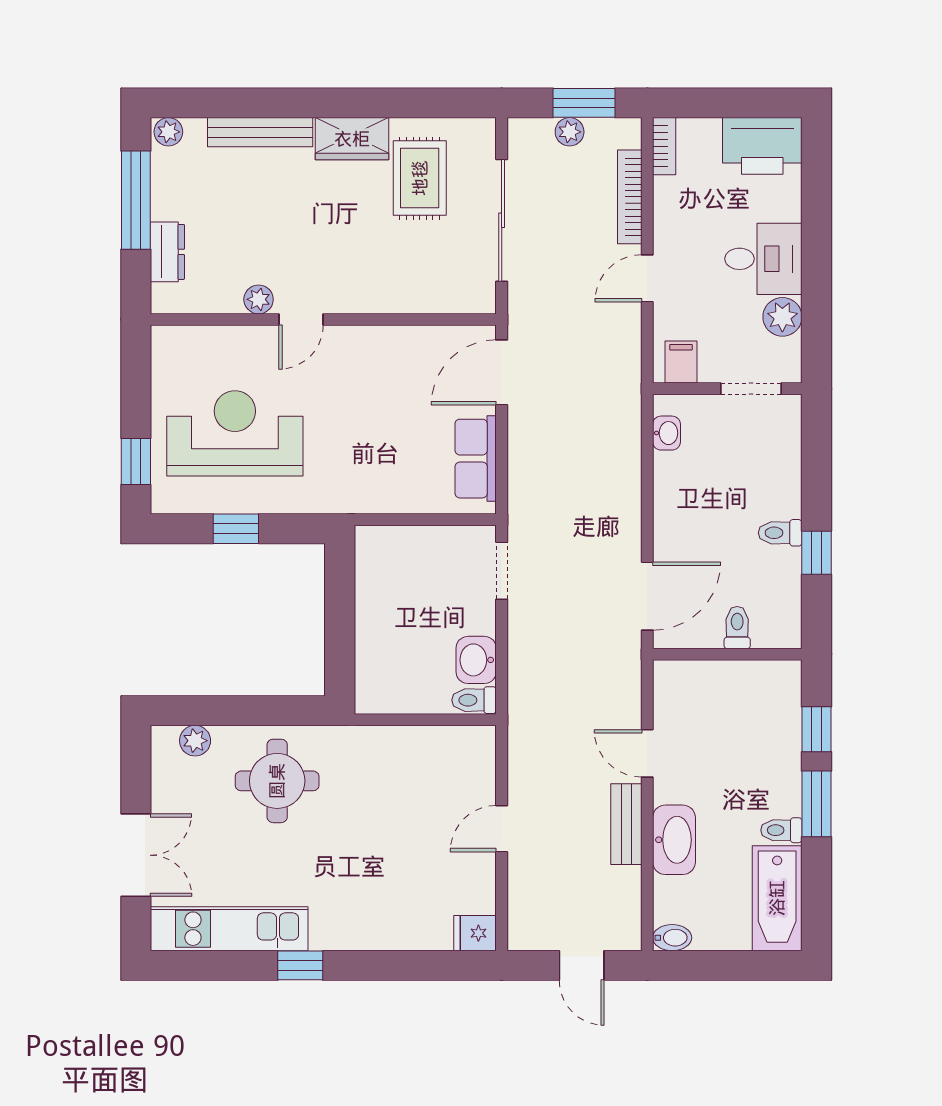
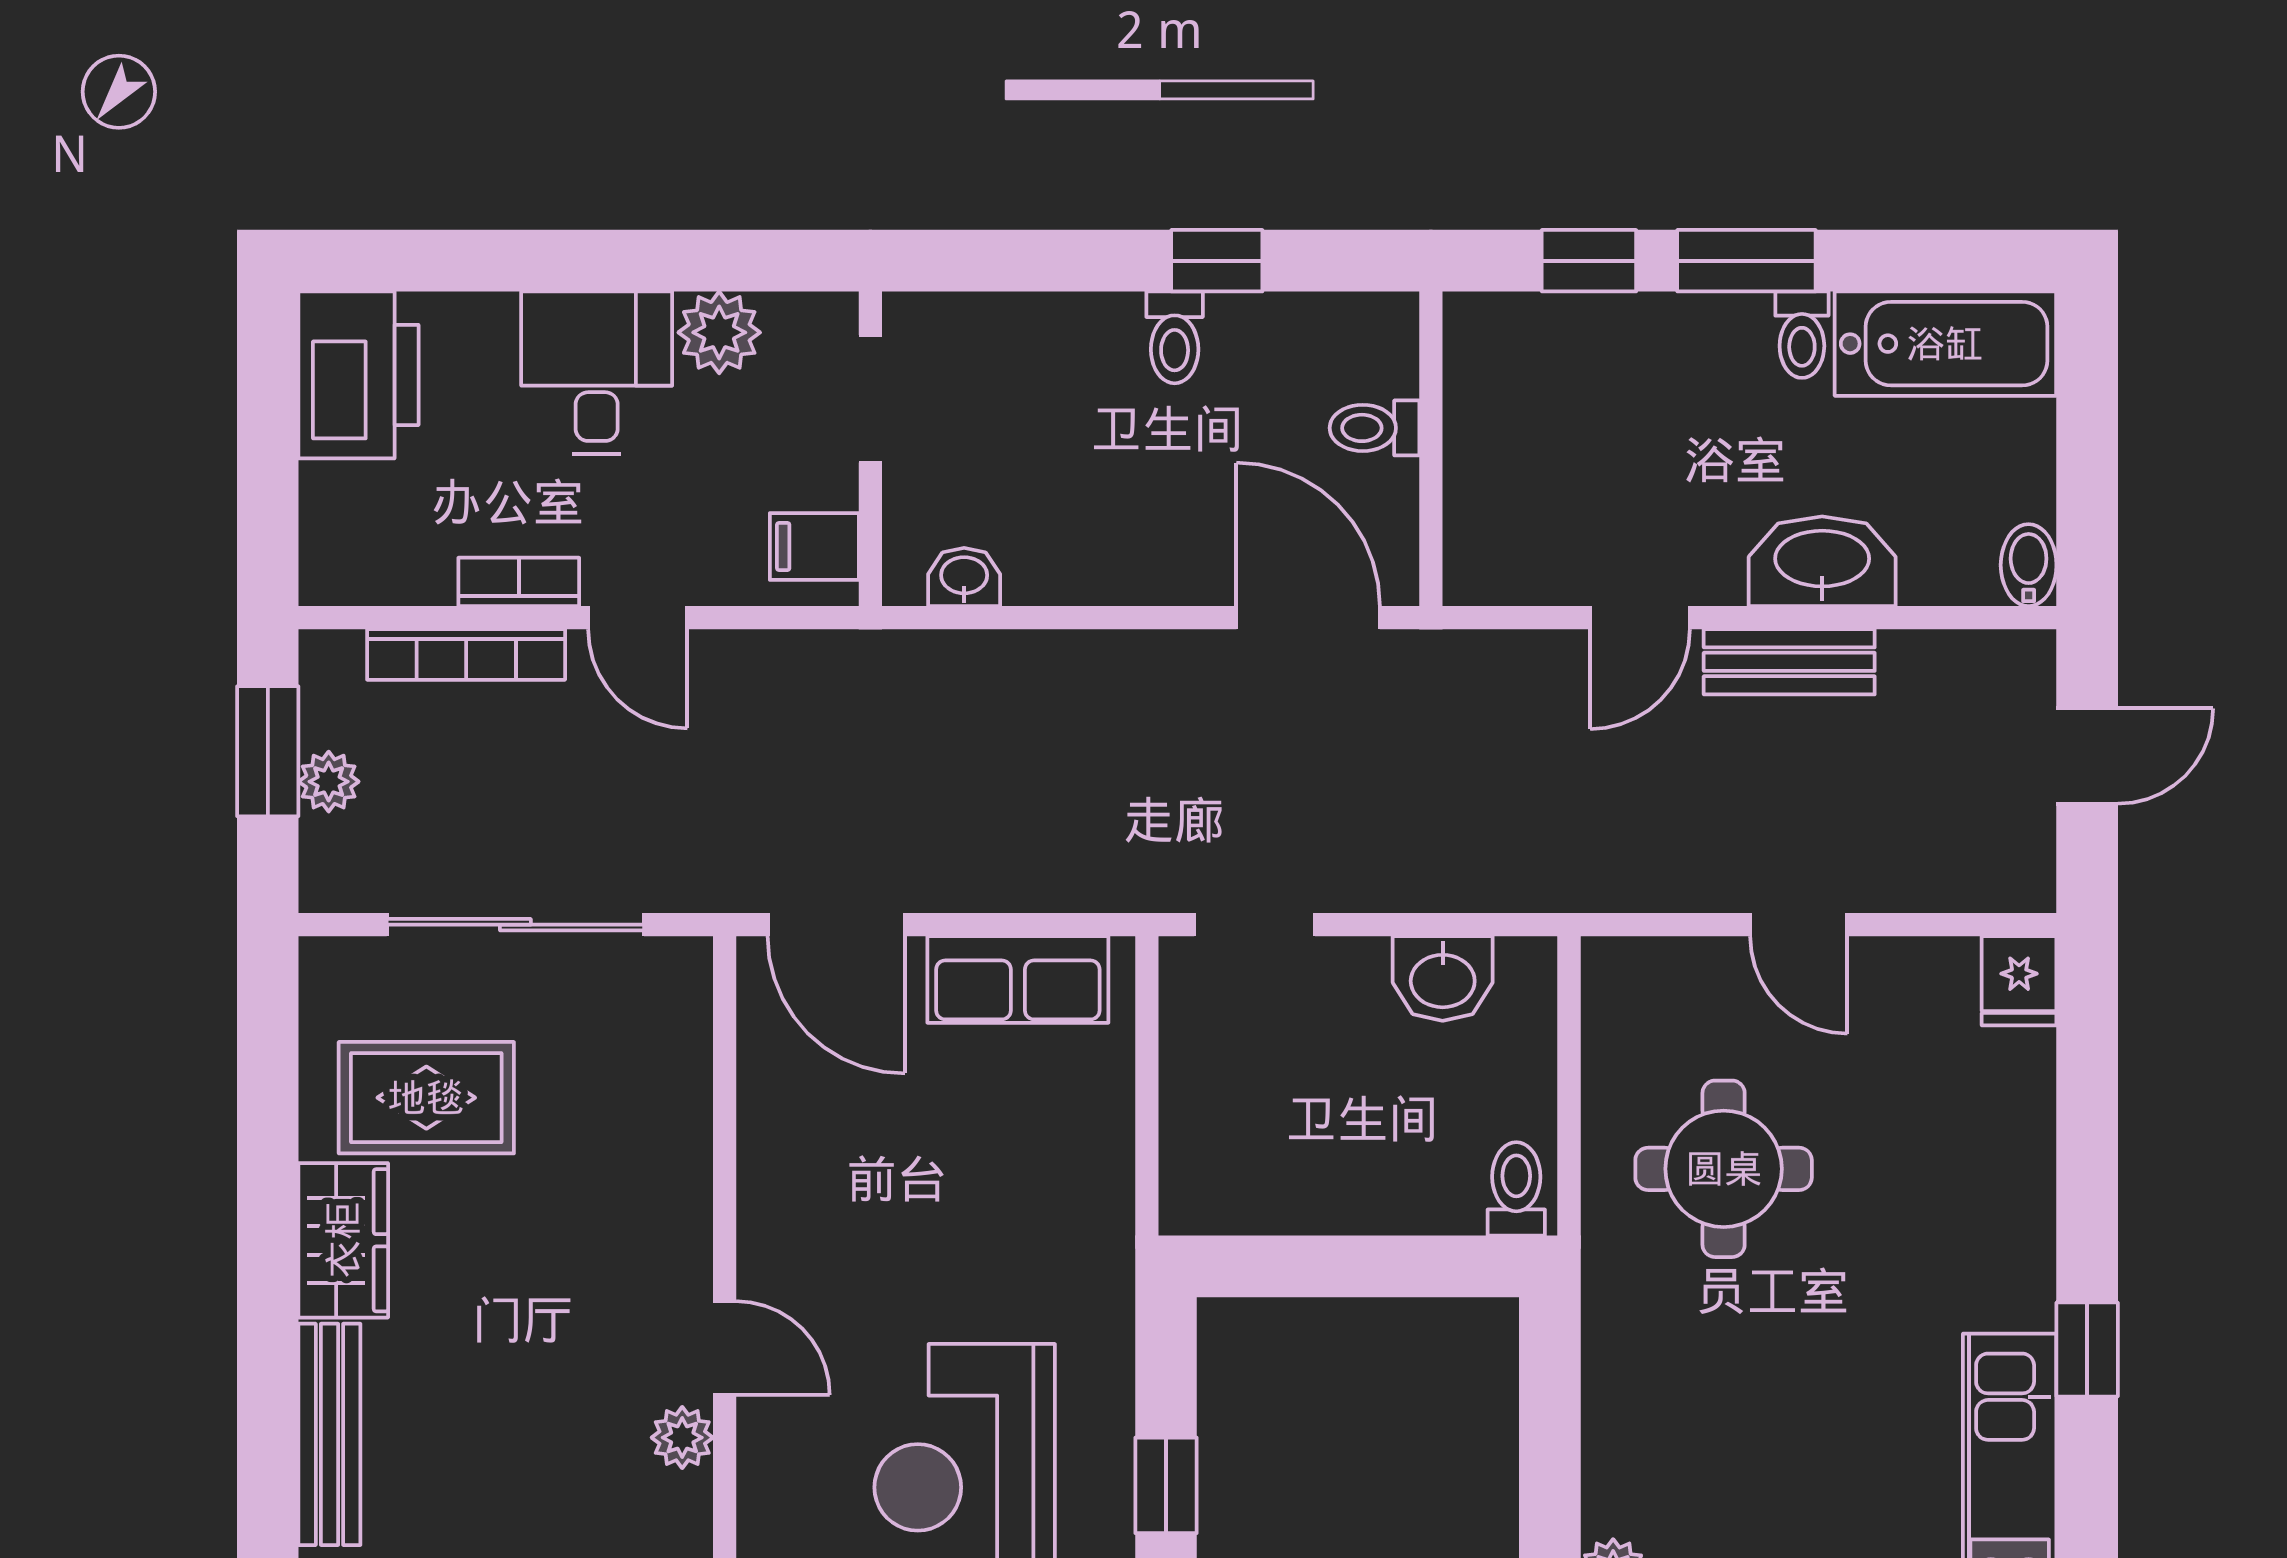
bookcase: (664, 146) -> (519, 582), moved
toilet: (474, 700) -> (1516, 1189), moved, turned 180
round table: (277, 781) -> (1724, 1169), moved

